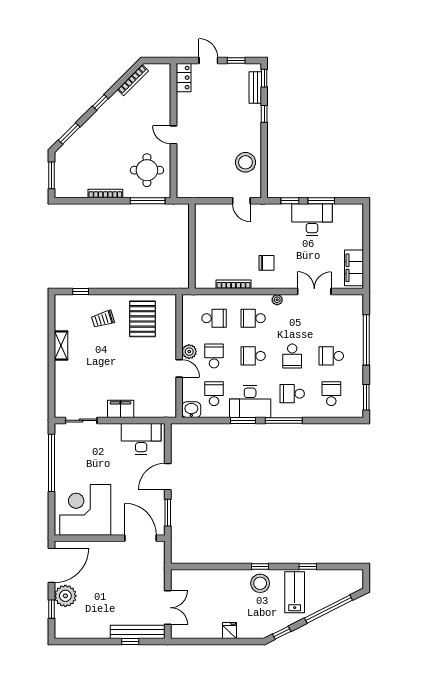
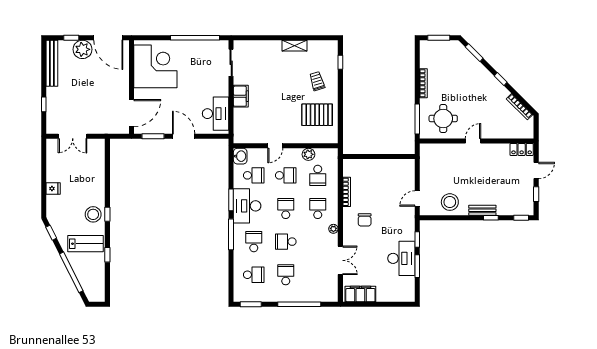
bench: (255, 87) -> (482, 210), moved
plant: (189, 352) -> (308, 154), moved
bench: (138, 632) -> (52, 63), moved

